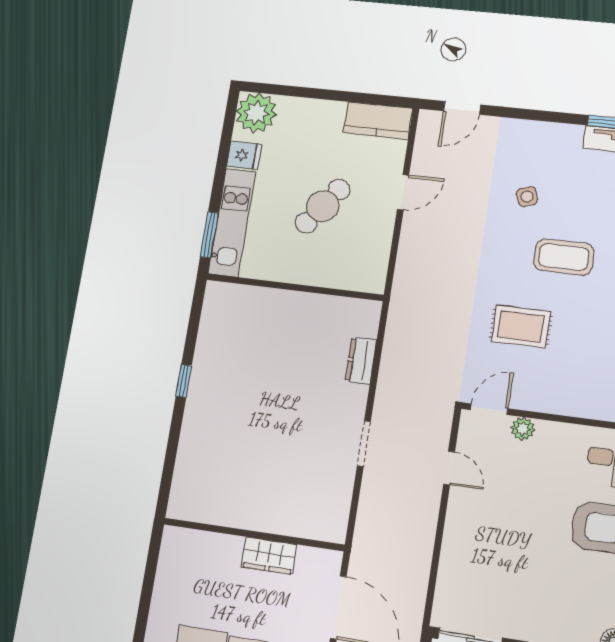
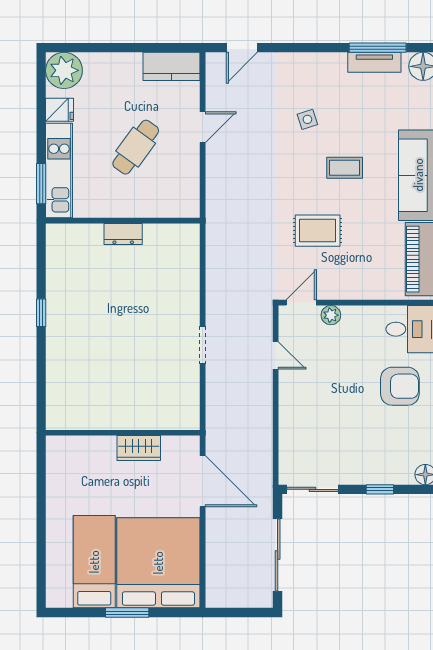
coffee table: (564, 257) -> (345, 168), width x0.73, depth x0.77
dresser: (361, 361) -> (123, 234), moved, turned -90

